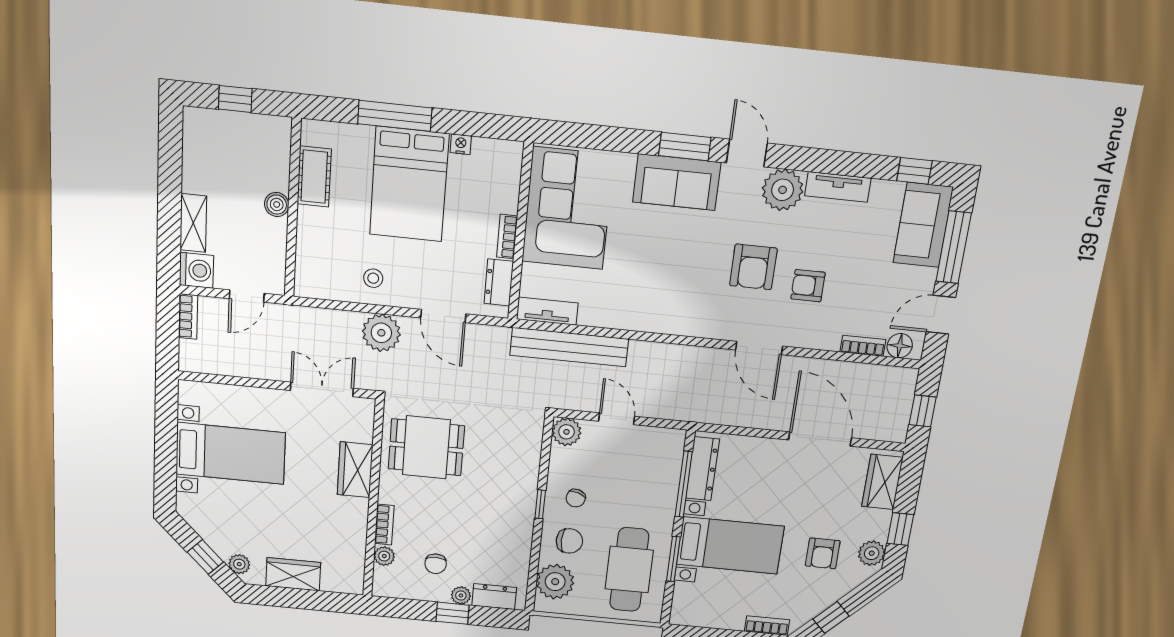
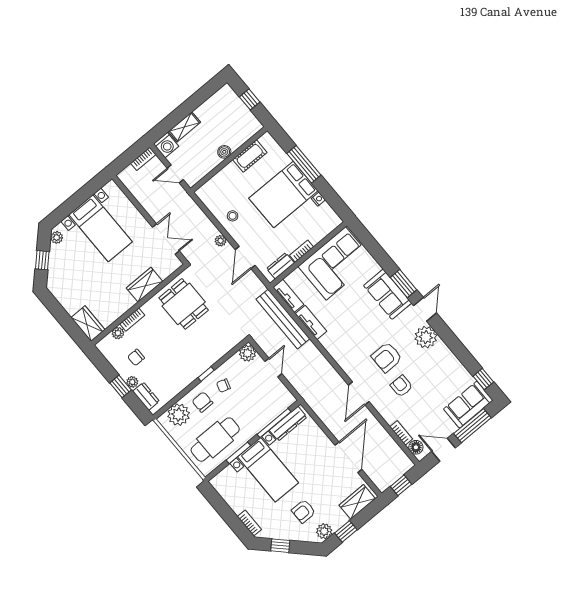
tv unit: (838, 187) -> (311, 323), moved, turned 180
plant: (381, 333) -> (221, 241), width x0.53, depth x0.53
chair: (569, 541) -> (202, 402), turned 180
plant: (239, 564) -> (57, 237), moved
wardrobe: (293, 574) -> (88, 324), moved

